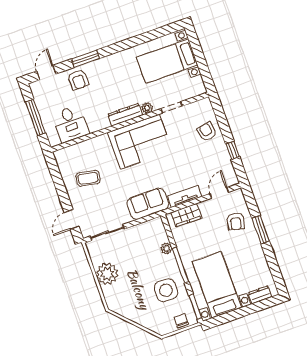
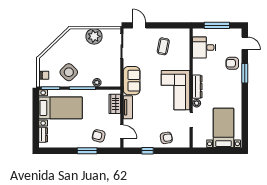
side table: (166, 290) -> (69, 72), turned 45

